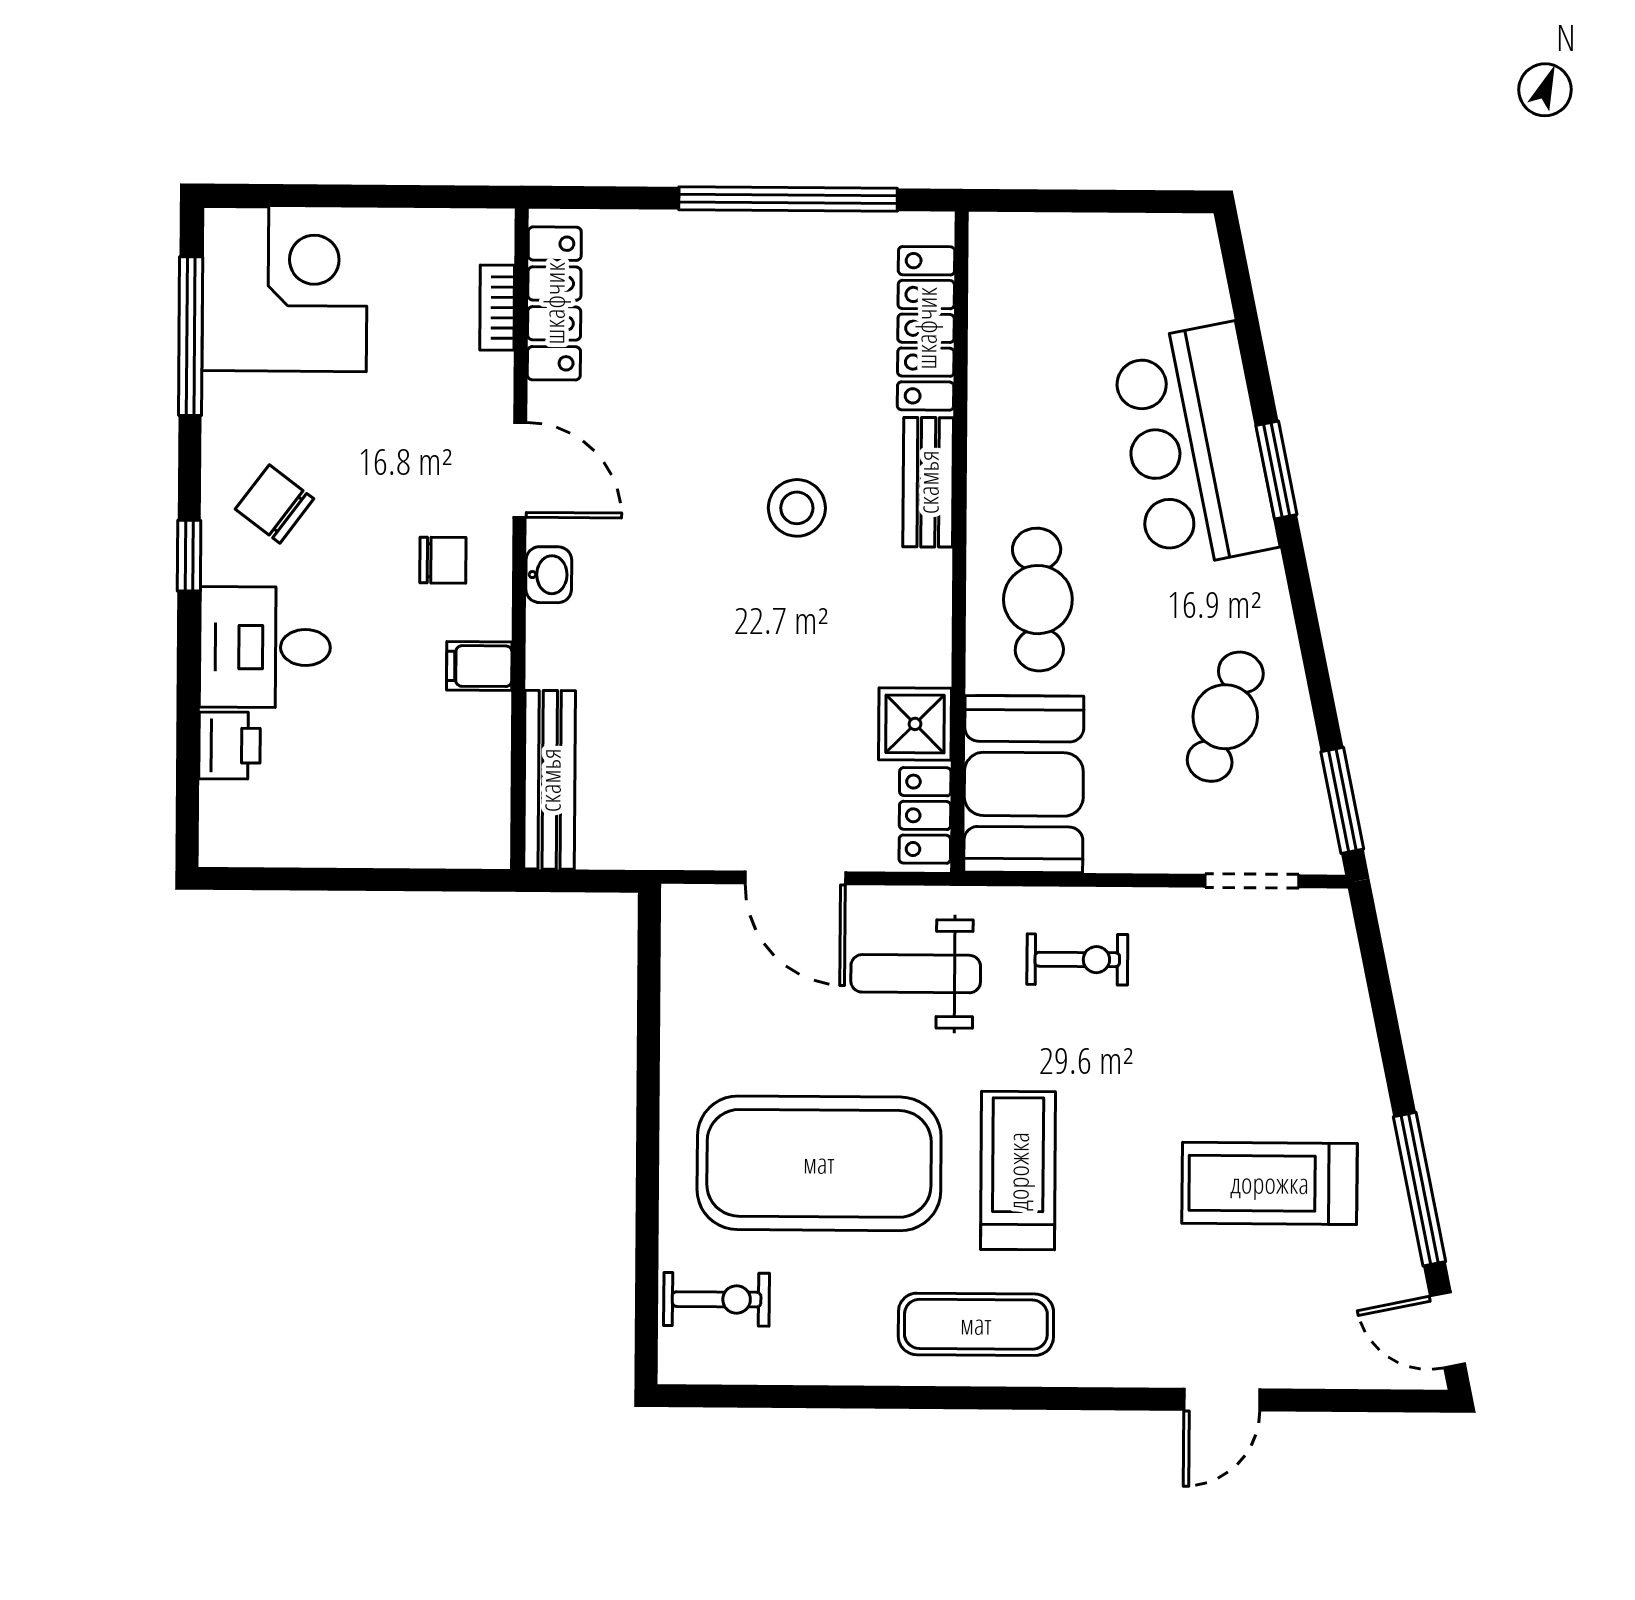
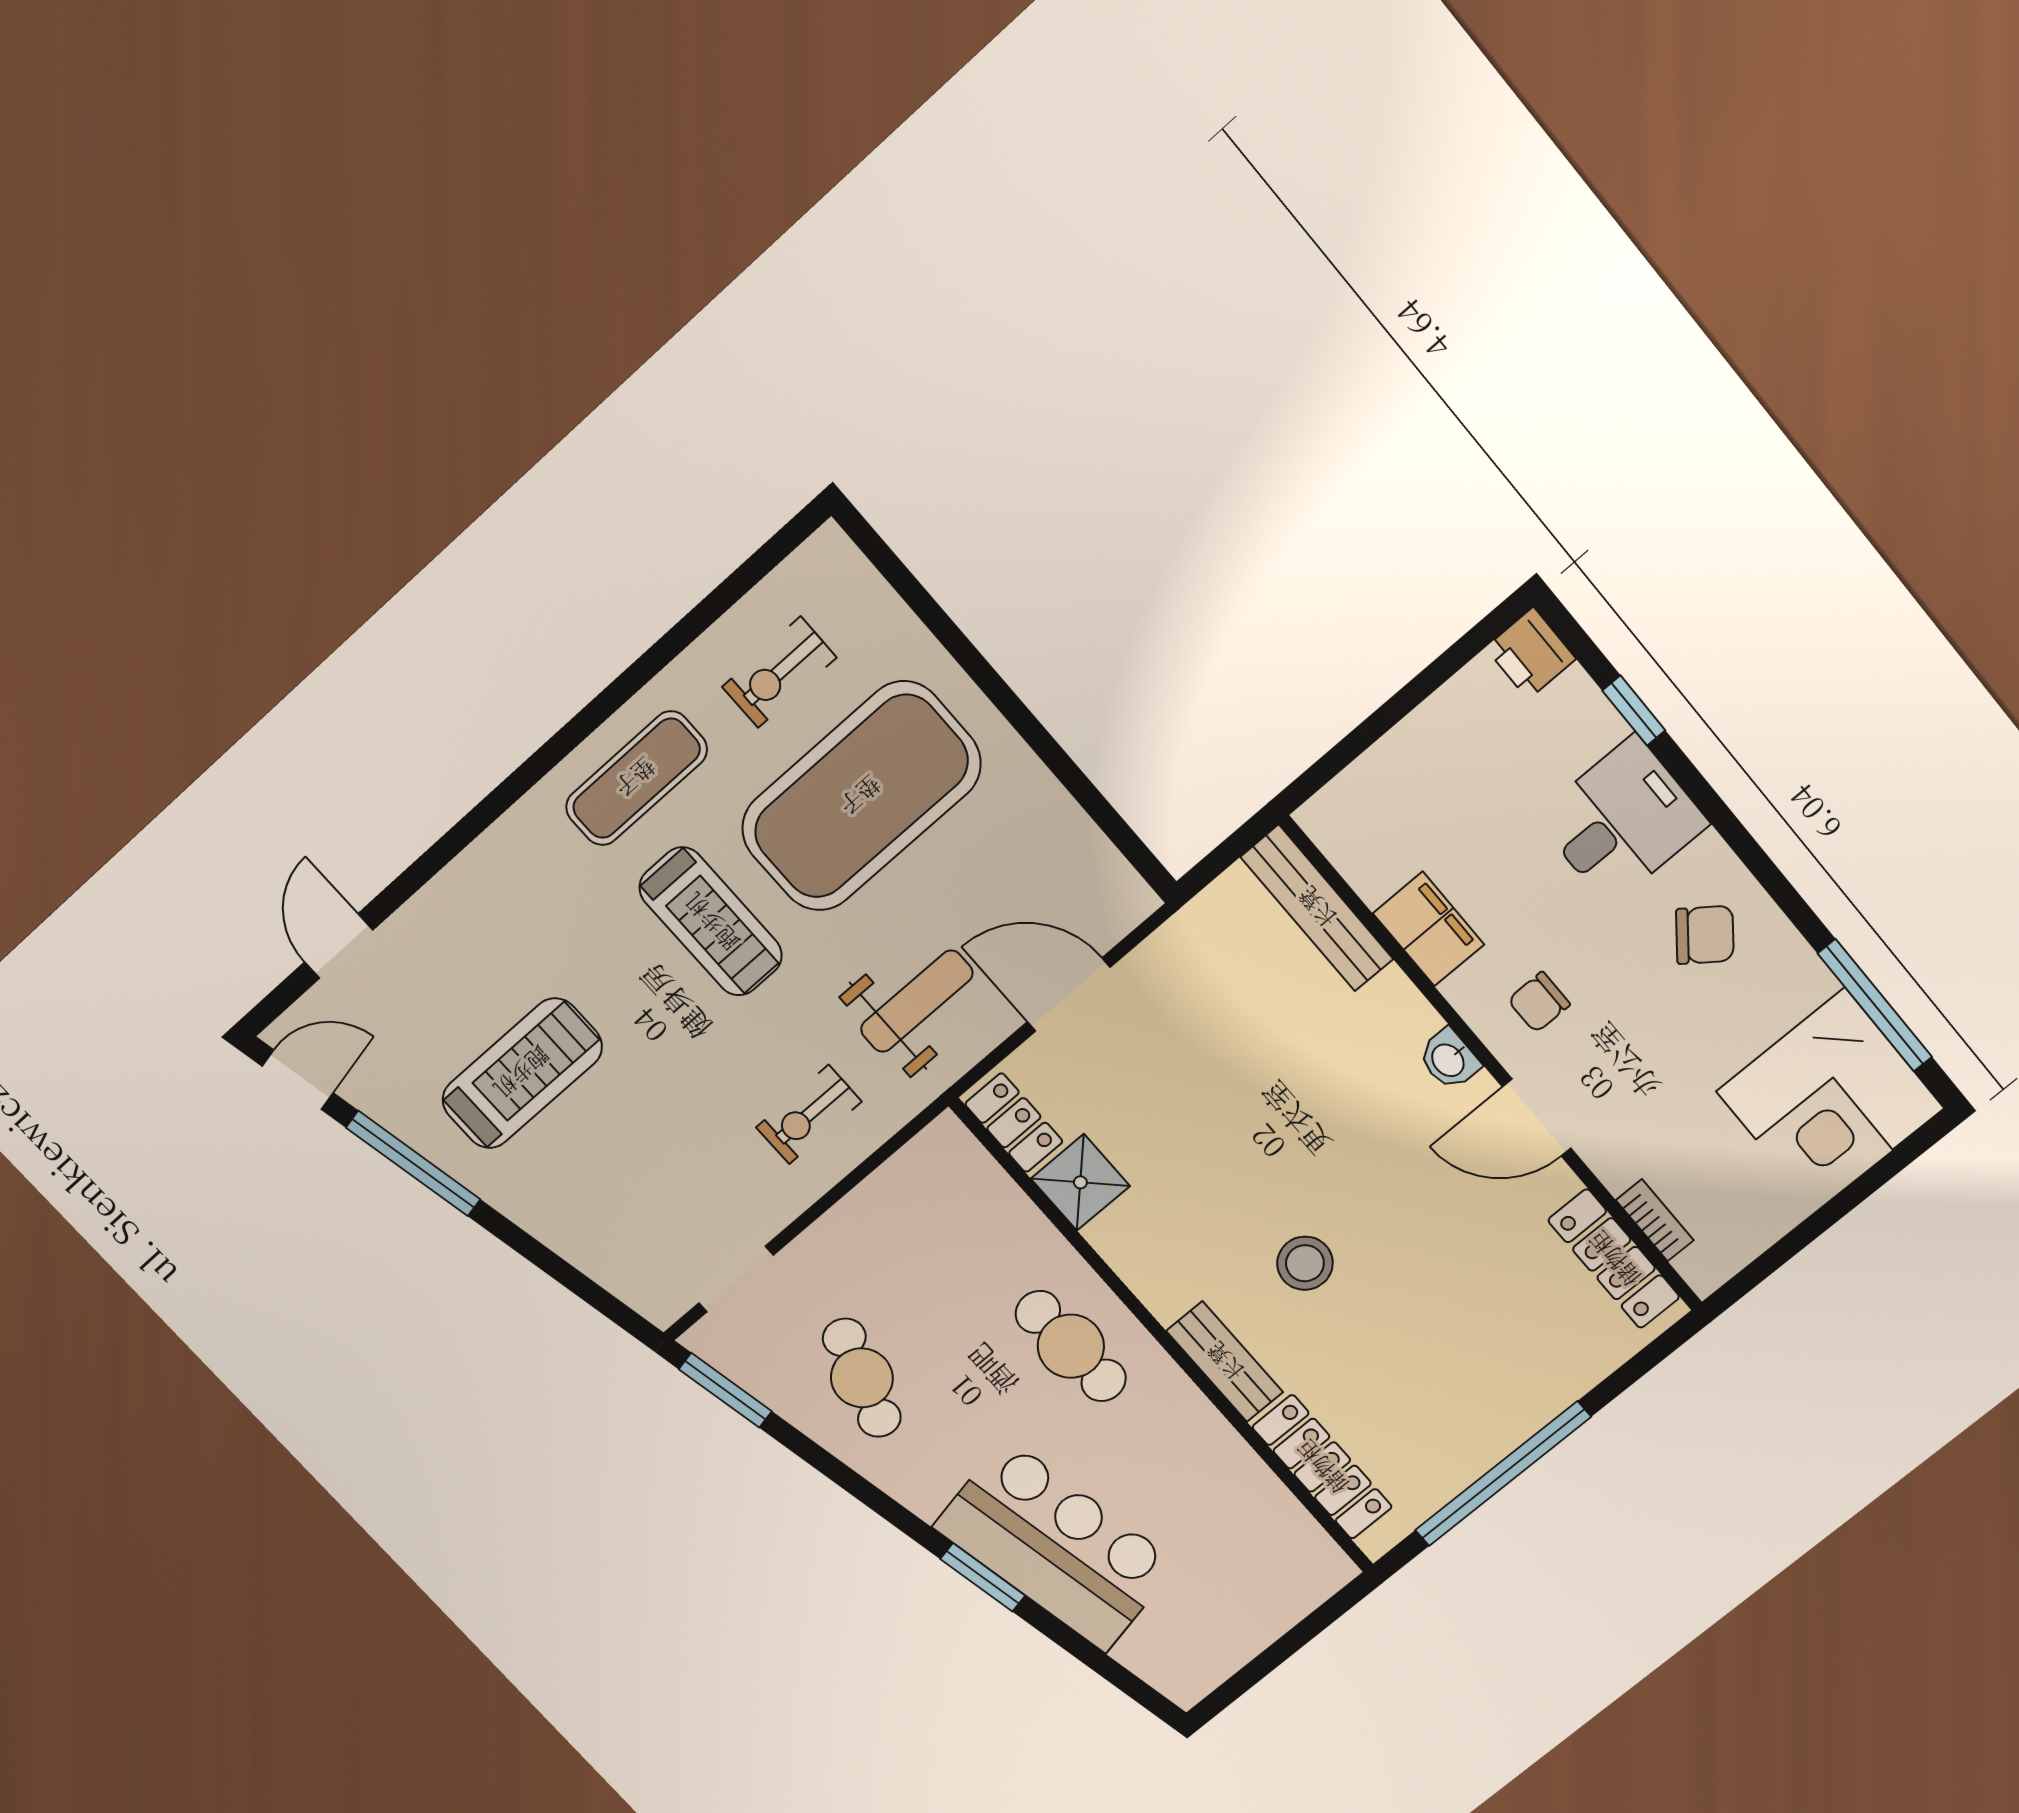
window: (189, 556) -> (1634, 710), moved
filing cabinet: (479, 666) -> (1428, 929), width x2.00
printer: (230, 745) -> (1531, 653), moved
booth: (1024, 784) -> (962, 1207), removed
exercise bike: (717, 1299) -> (779, 672), moved
door: (1222, 1400) -> (339, 946), moved

